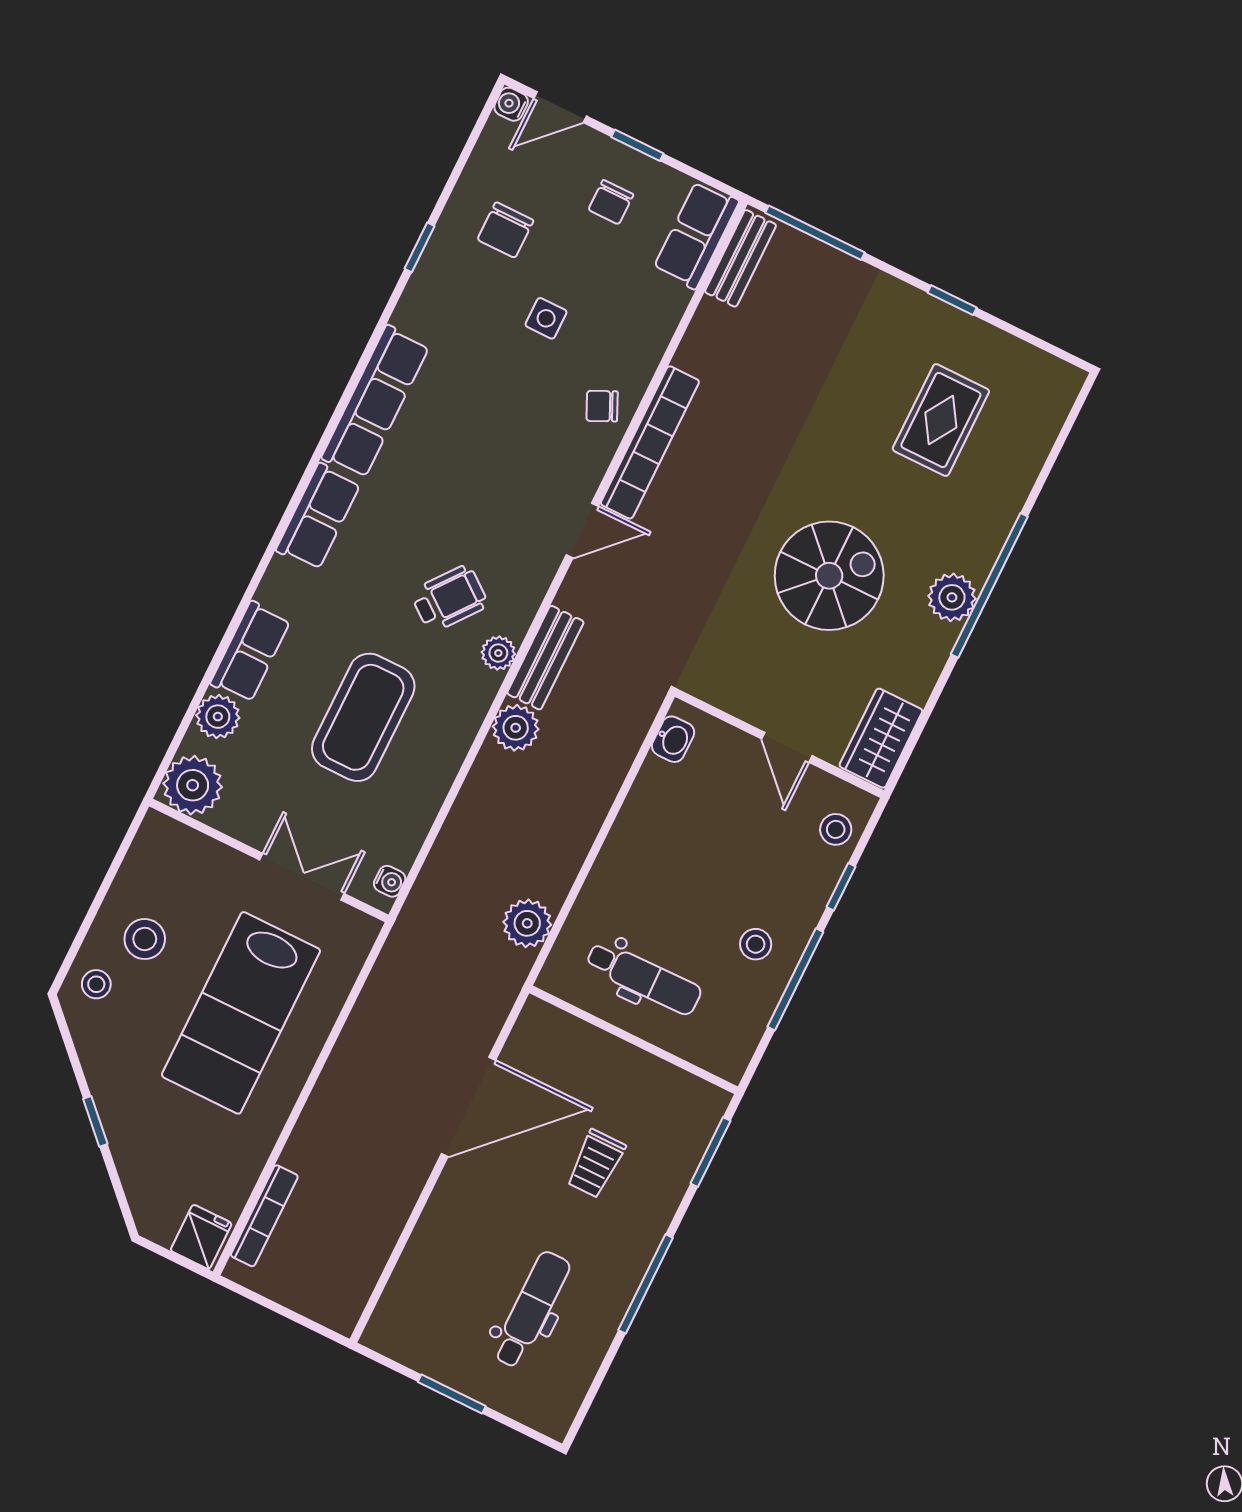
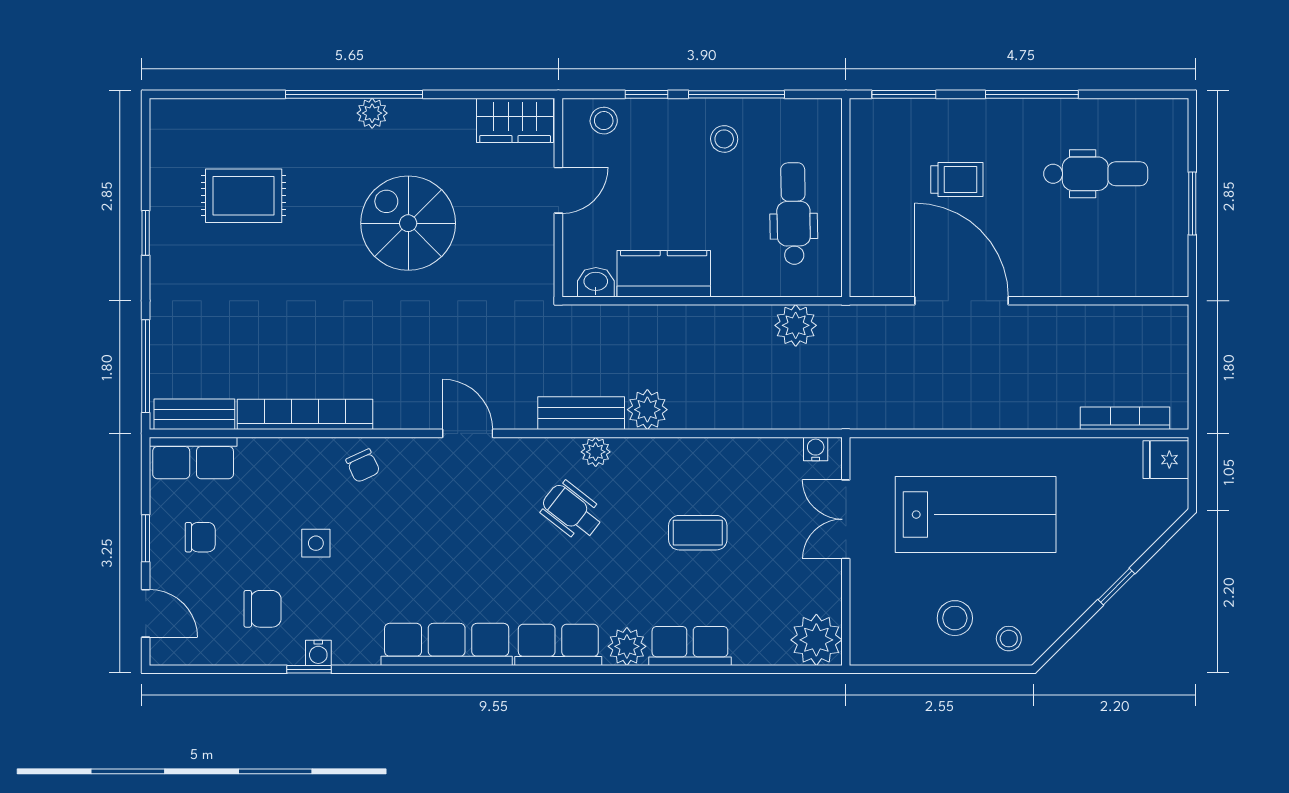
water cooler: (511, 104) -> (318, 653), moved
bookcase: (650, 442) -> (305, 414), moved
plant: (952, 597) -> (372, 113), width x0.73, depth x0.73
plant: (218, 717) -> (627, 646), moved
coffee table: (363, 717) -> (698, 533), width x0.54, depth x0.58
kitchen counter: (647, 814) -> (664, 274), added
dental chair: (531, 1310) -> (1096, 174), turned 180

